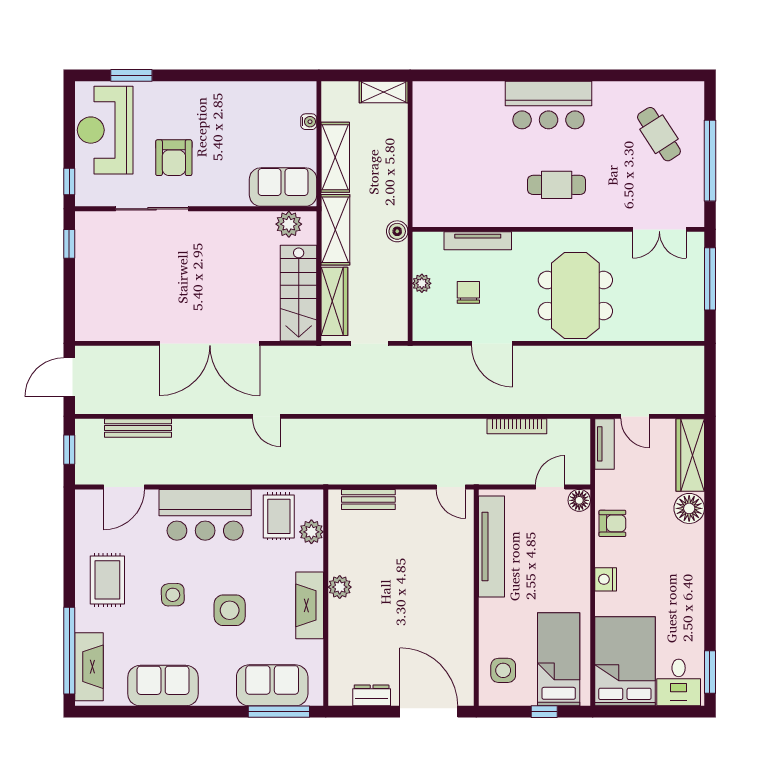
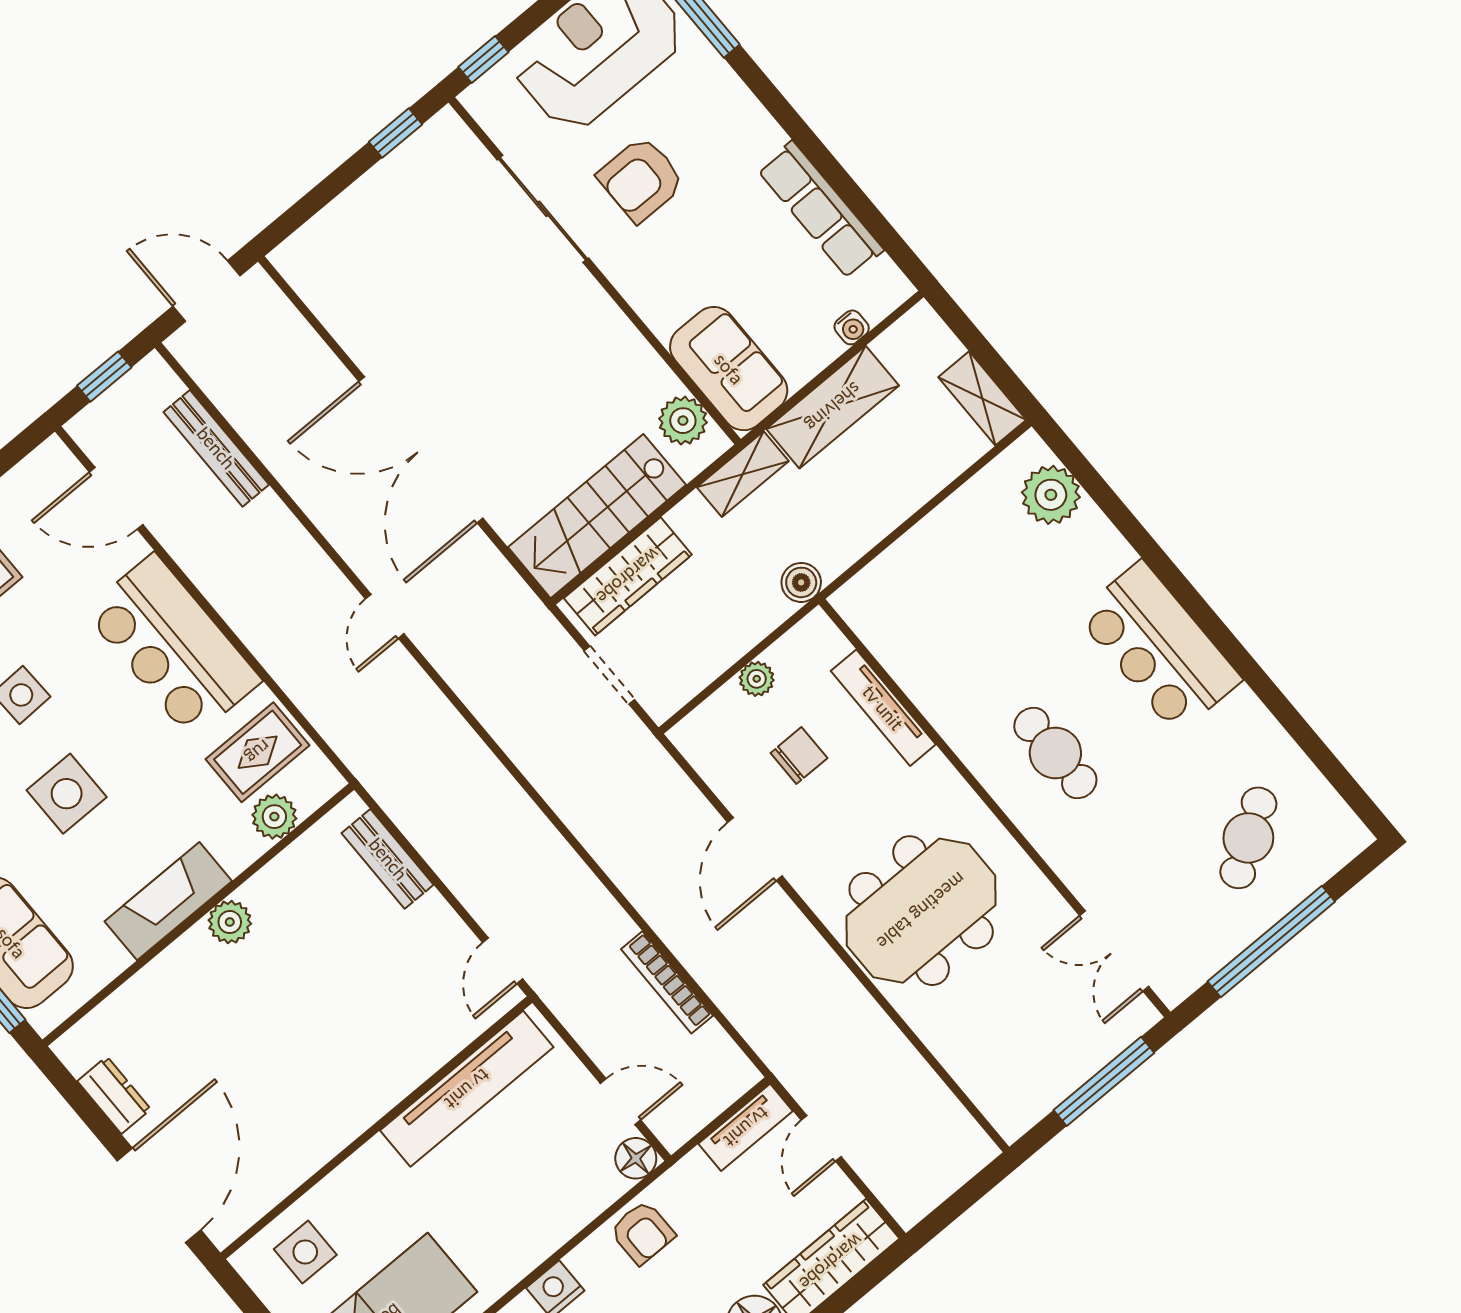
row of seats: (249, 94) -> (820, 210), added
plant: (448, 97) -> (1051, 495), added
shelving: (335, 230) -> (743, 474), width x0.67, depth x0.75

